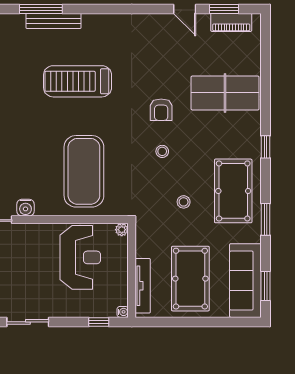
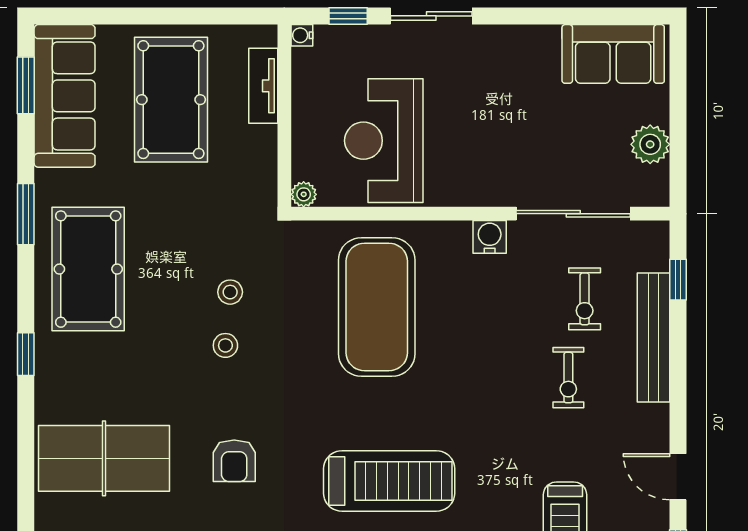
armchair: (161, 110) -> (234, 461), moved, turned 180
stool: (184, 202) -> (230, 292), moved
tv unit: (143, 286) -> (263, 86), width x0.71
sliding door: (28, 322) -> (431, 16), moved

